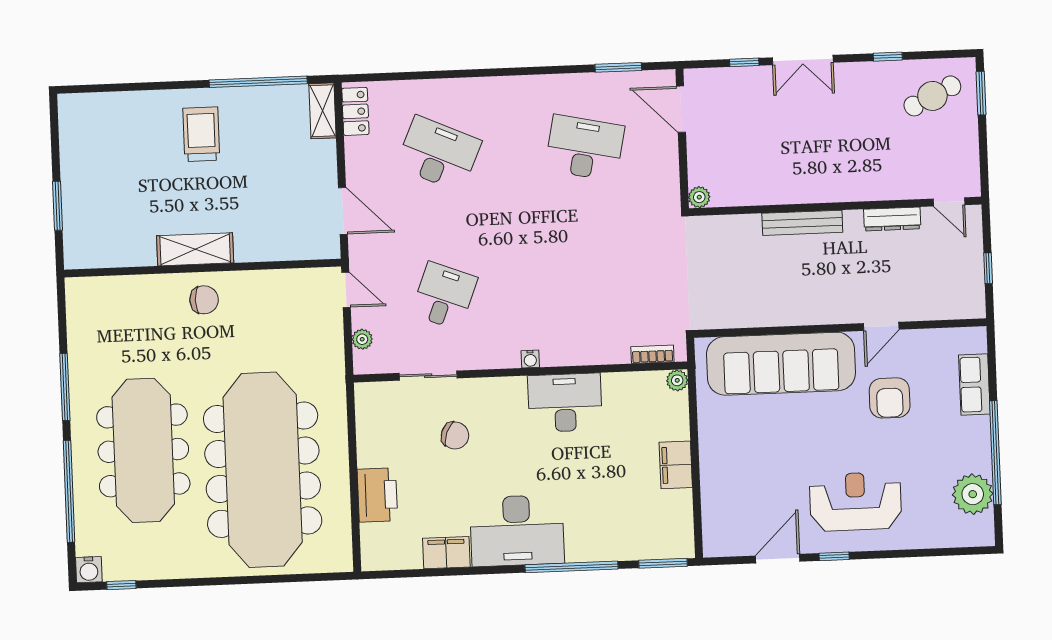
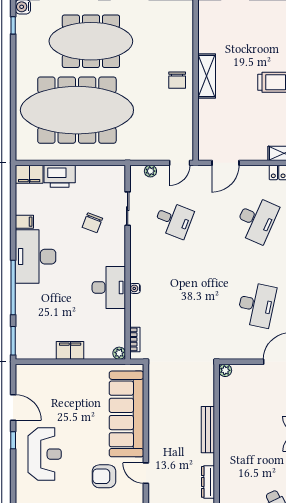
water cooler: (530, 359) -> (135, 288), moved
filing cabinet: (376, 547) -> (29, 174), added
filing cabinet: (446, 553) -> (24, 222), width x0.50

